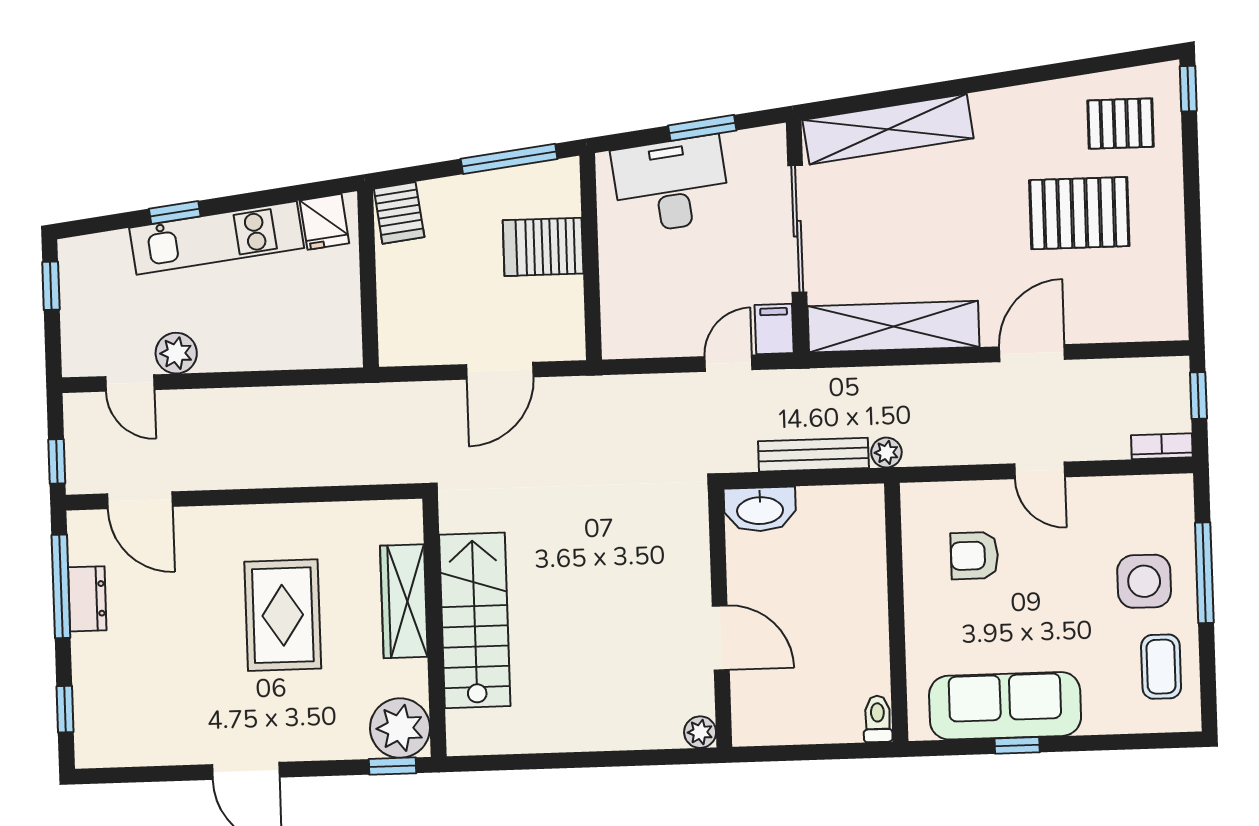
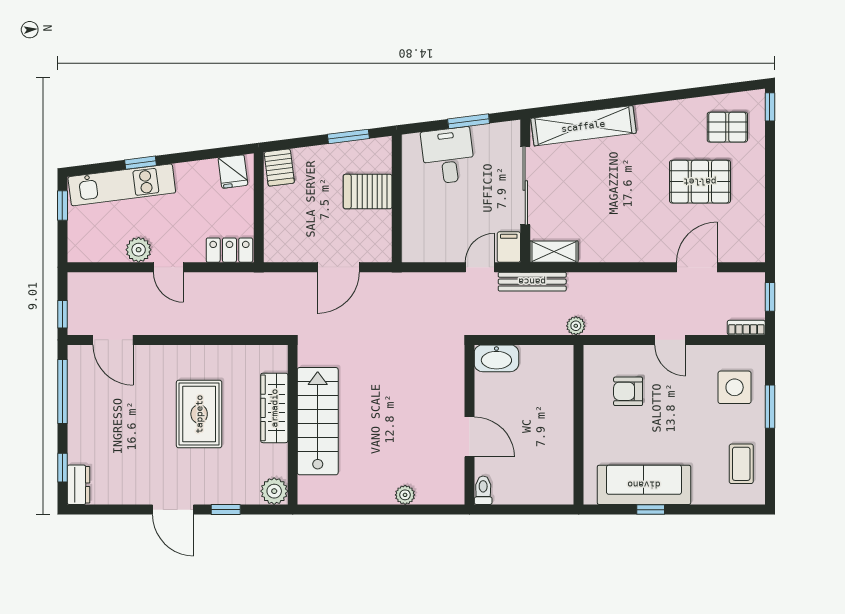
window: (509, 159) -> (348, 136), width x0.69
desk: (671, 185) -> (448, 156), width x0.73
kitchen unit: (217, 238) -> (122, 185), moved
shelving: (894, 327) -> (554, 252), width x0.45, depth x0.75
locker: (323, 349) -> (229, 250), added
door: (1032, 353) -> (697, 267), moved
door: (130, 383) -> (168, 267), moved
bench: (813, 455) -> (532, 282), moved
window: (1204, 573) -> (770, 407), width x0.69
side table: (1144, 581) -> (735, 387), moved
dresser: (87, 599) -> (79, 485), moved
toilet: (878, 719) -> (483, 490), moved
plant: (400, 728) -> (274, 491), width x0.73, depth x0.73
plant: (700, 732) -> (405, 495), moved
window: (392, 766) -> (226, 510), moved

